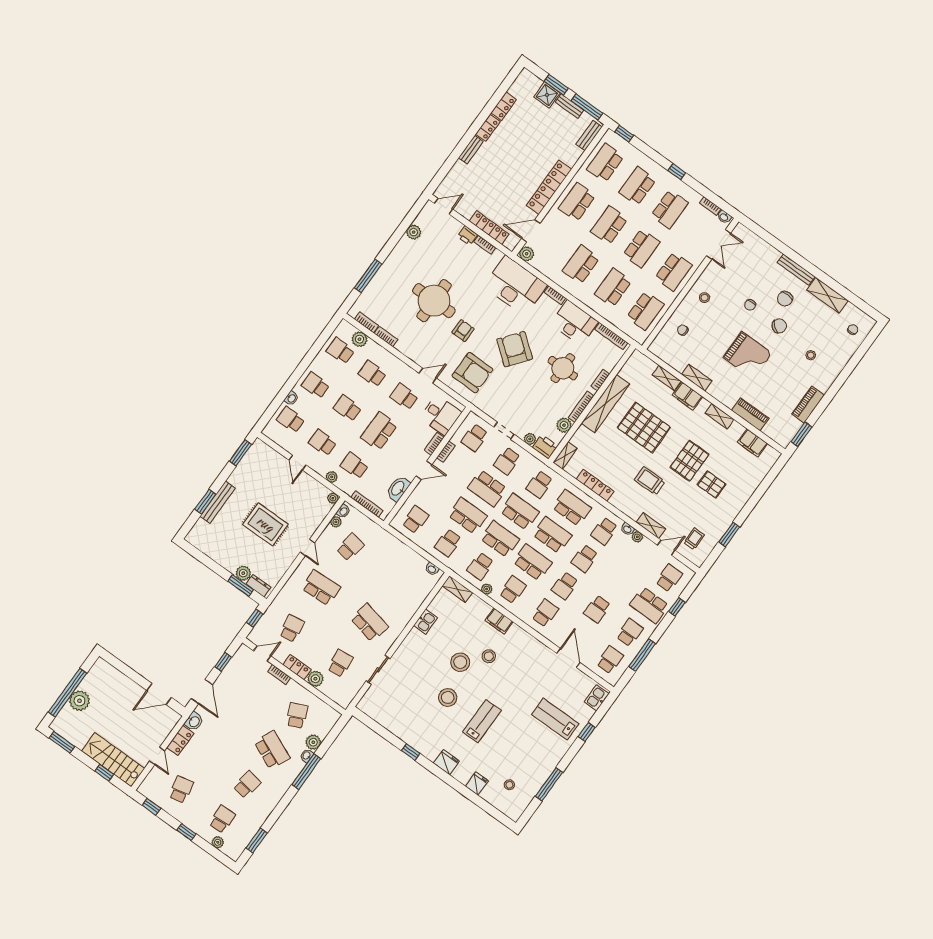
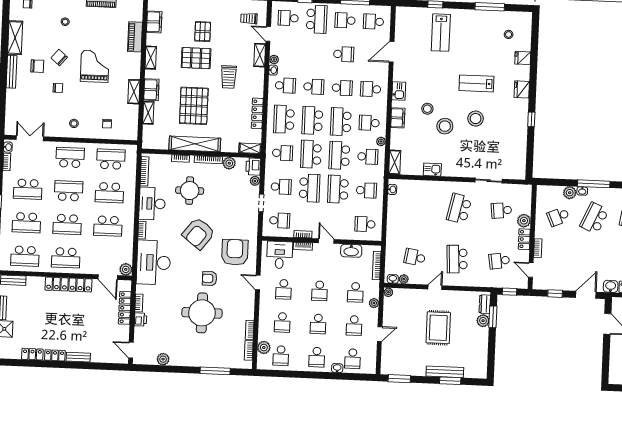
school desk: (670, 209) -> (28, 189), turned 180
school desk: (379, 431) -> (319, 291), width x0.54
kitchen sink: (597, 698) -> (399, 91), moved, turned -90

